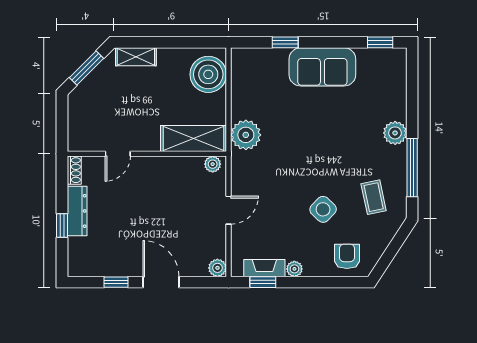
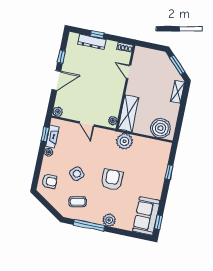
sofa: (322, 67) -> (146, 216), moved
armchair: (320, 143) -> (112, 180), added
dresser: (77, 211) -> (92, 42), moved

